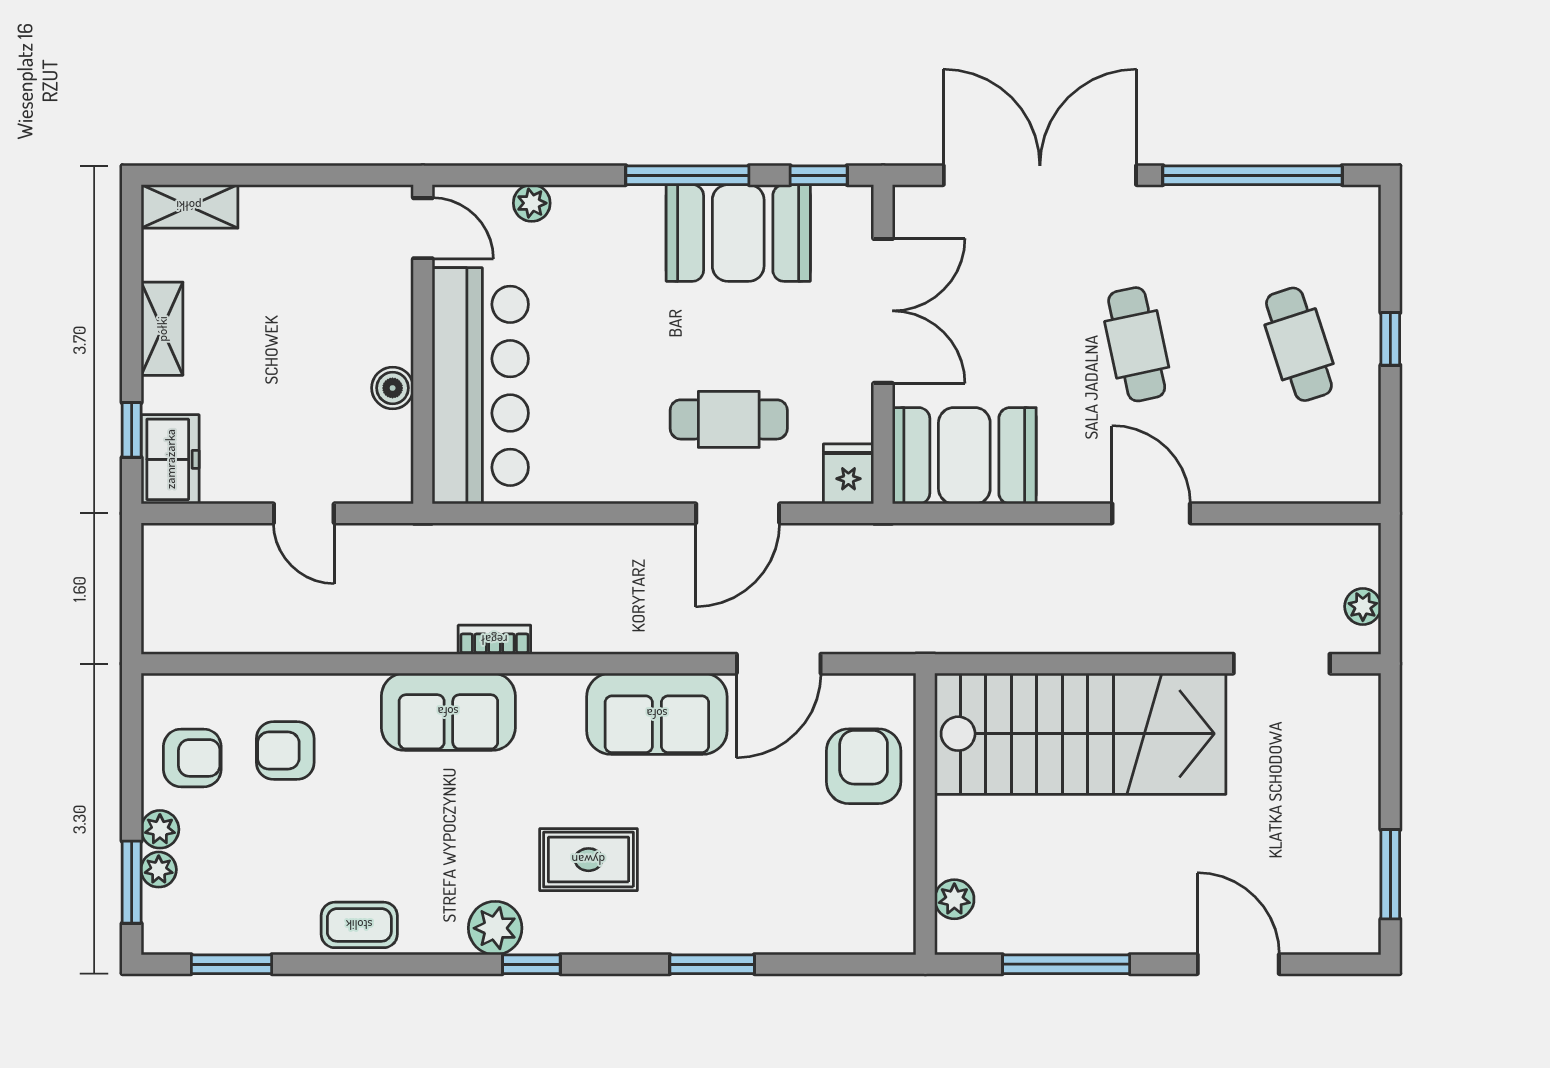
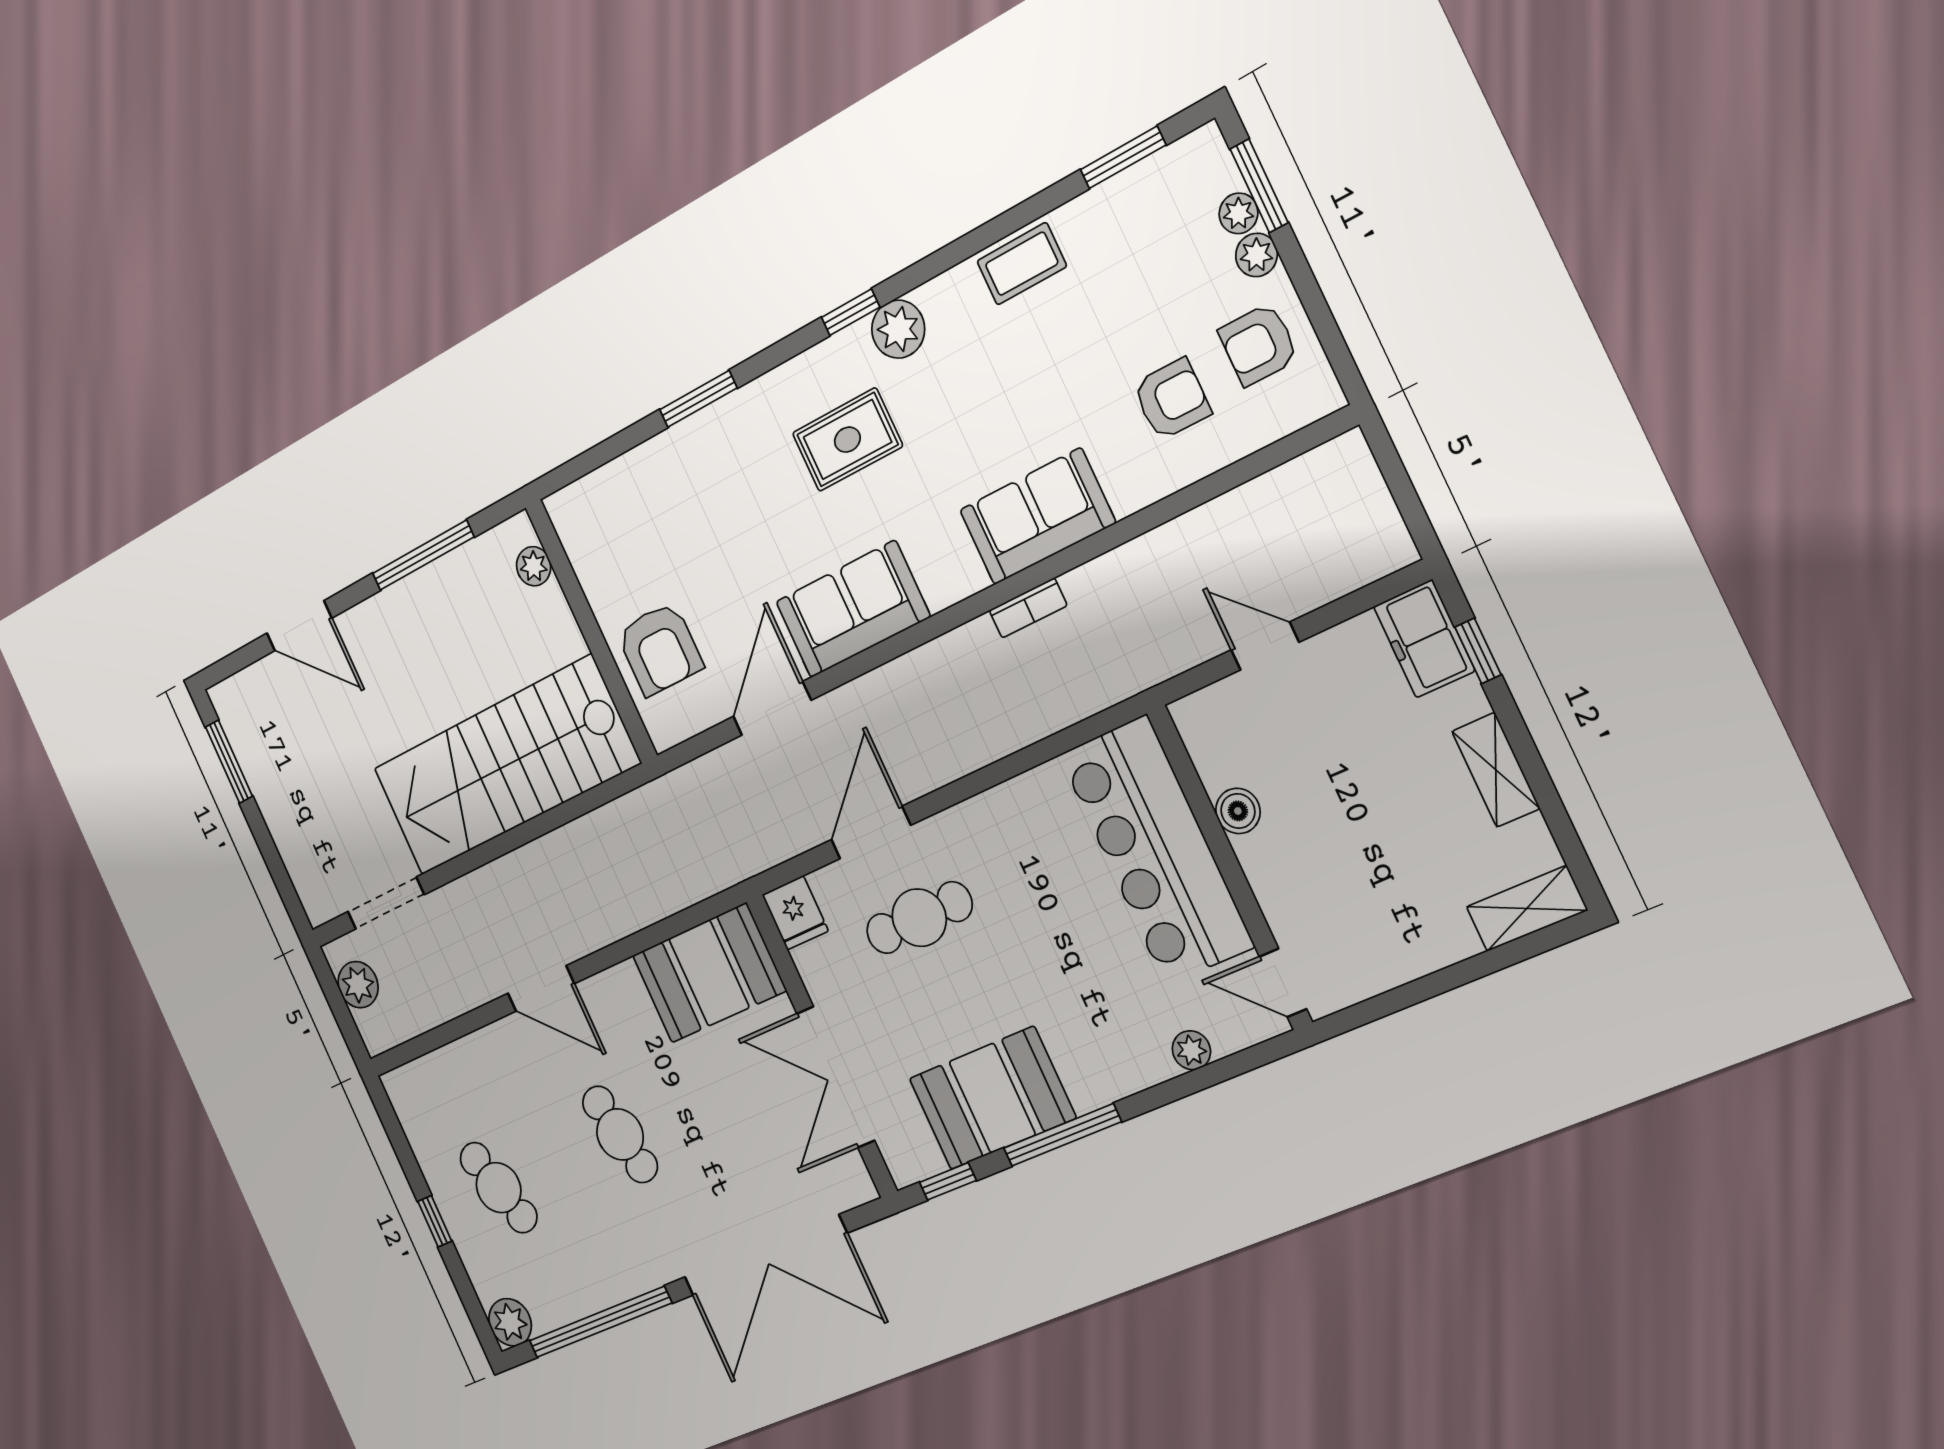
plant: (1355, 210) -> (510, 1322), added
plant: (1363, 606) -> (358, 985), width x1.38, depth x1.38

